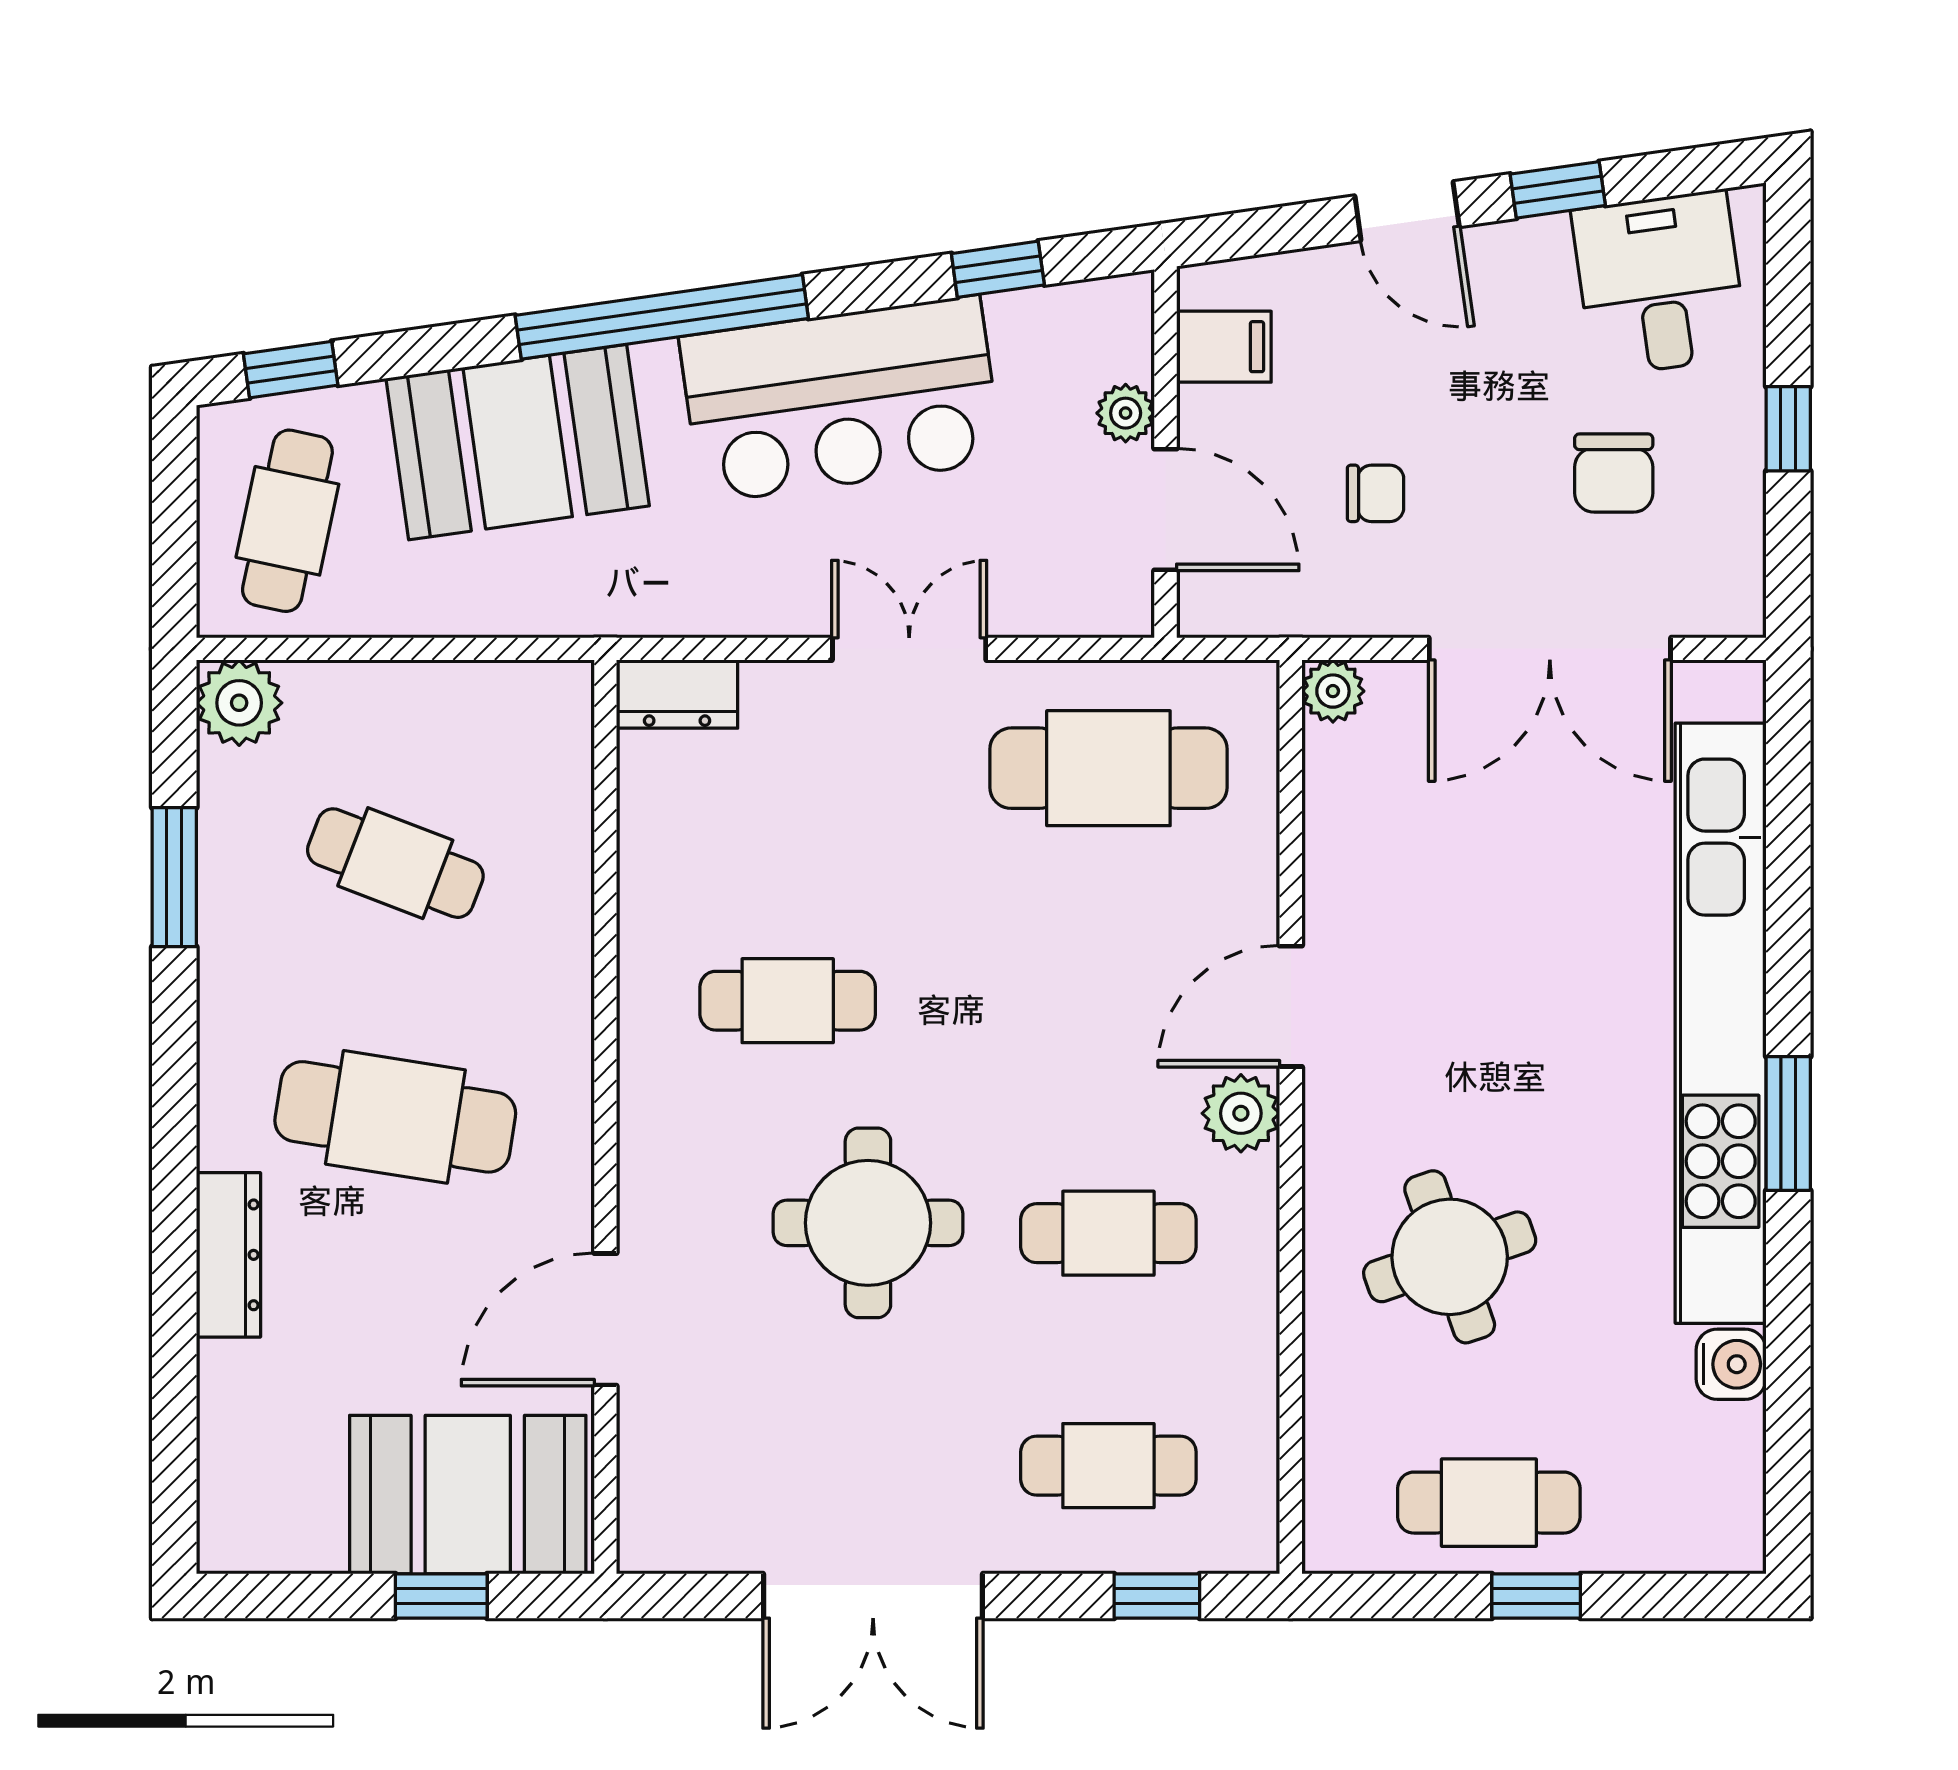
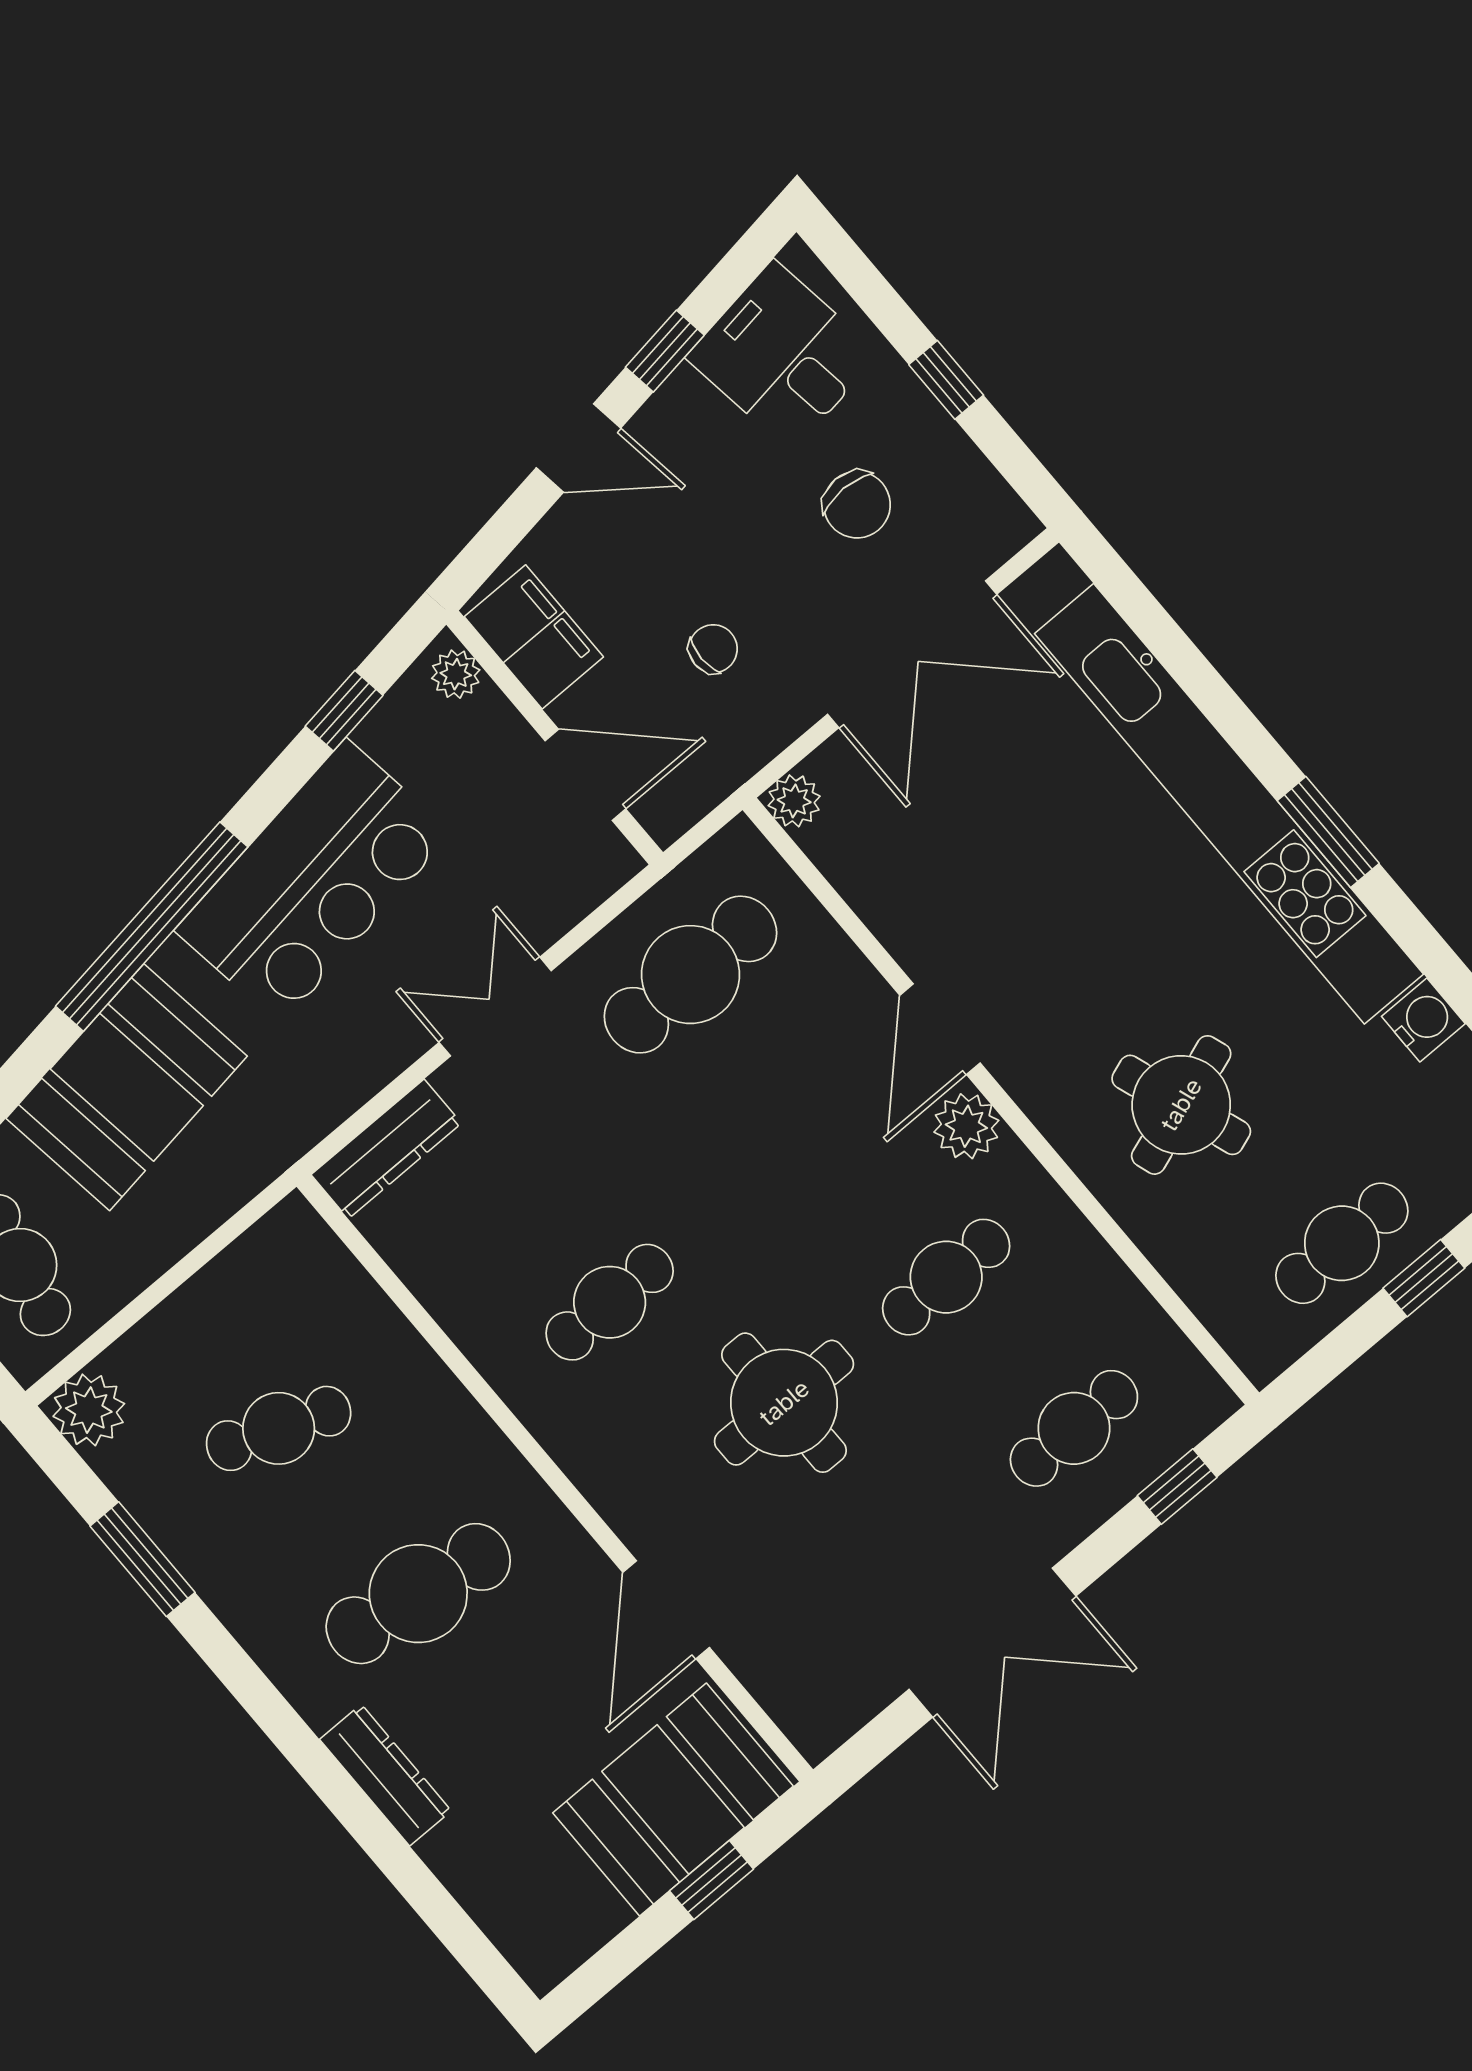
filing cabinet: (1224, 347) -> (534, 637), width x2.00
plant: (1126, 413) -> (456, 674), moved
dresser: (677, 694) -> (386, 1149), width x1.44

